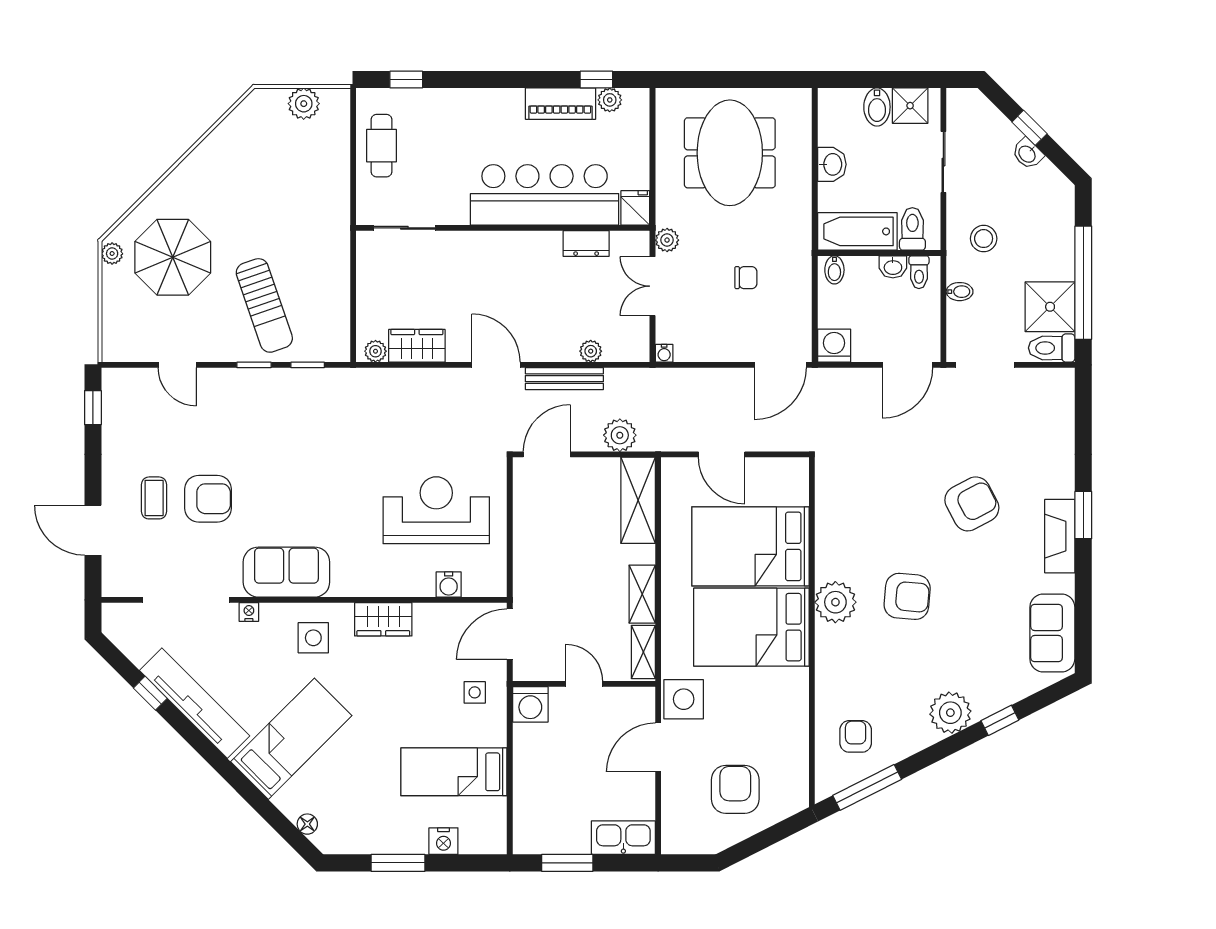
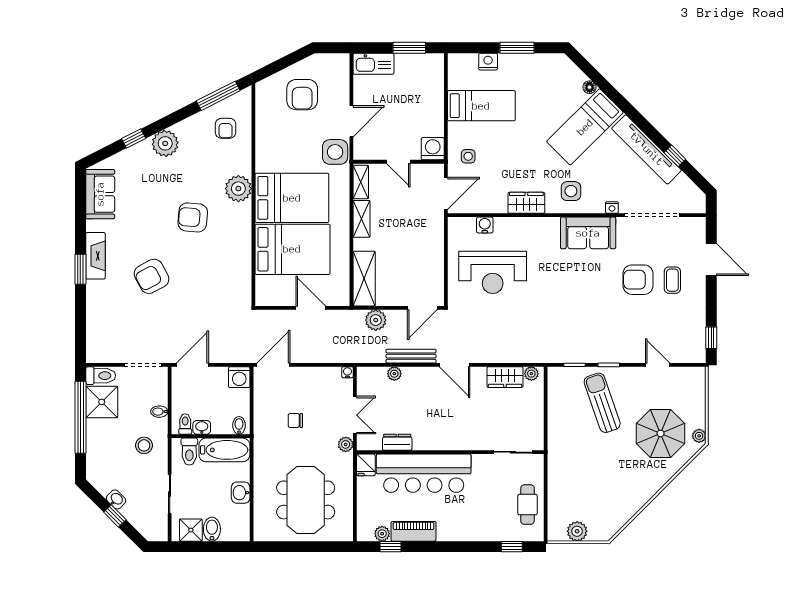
plant: (835, 602) -> (238, 189), moved
floor lamp: (307, 824) -> (590, 87), moved

